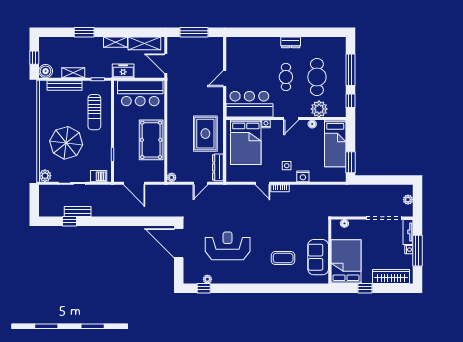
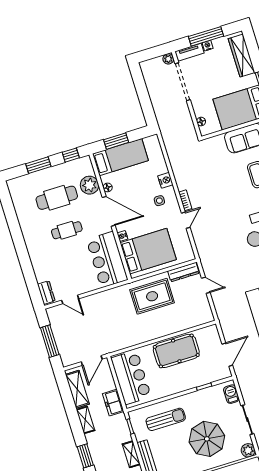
dresser: (291, 42) -> (46, 293), moved
window: (350, 70) -> (38, 165), width x0.69
door: (225, 79) -> (70, 299), moved
door: (291, 119) -> (109, 211), width x1.87
window: (350, 162) -> (116, 141), moved
plant: (172, 177) -> (209, 317), removed
plant: (408, 200) -> (168, 59), moved

